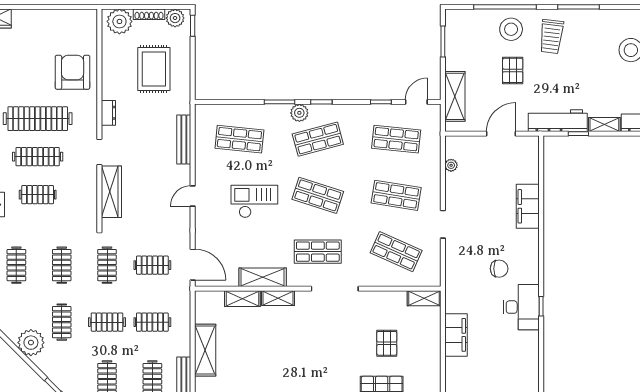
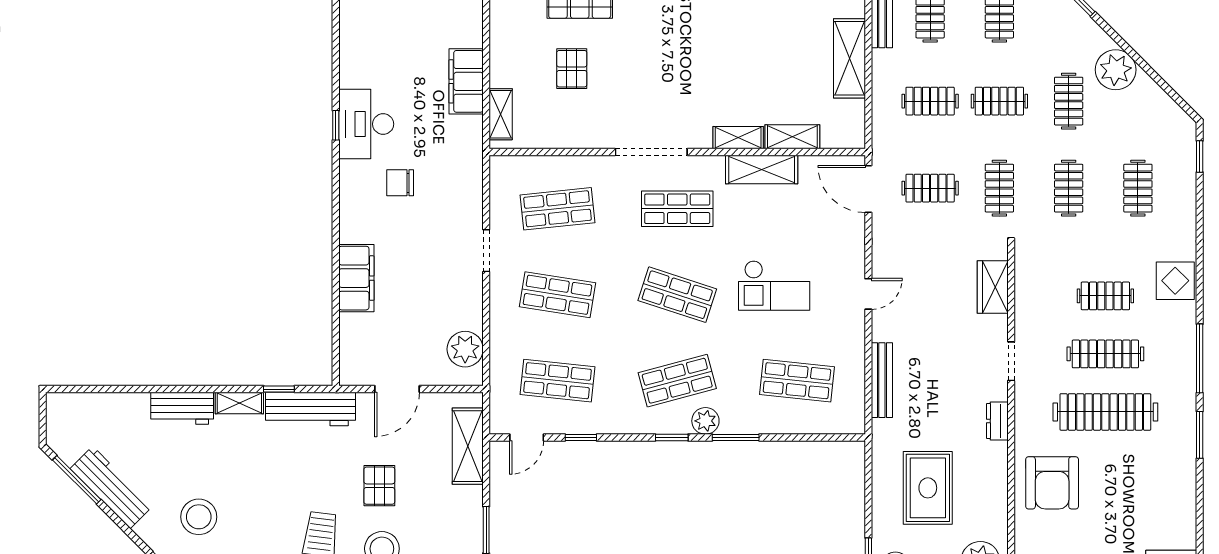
plant: (451, 165) -> (465, 349), width x1.88, depth x1.88
wardrobe: (111, 192) -> (993, 287), width x0.67
shop shelf: (396, 252) -> (558, 209), turned -30
shelving: (424, 298) -> (501, 114), moved, turned 90

